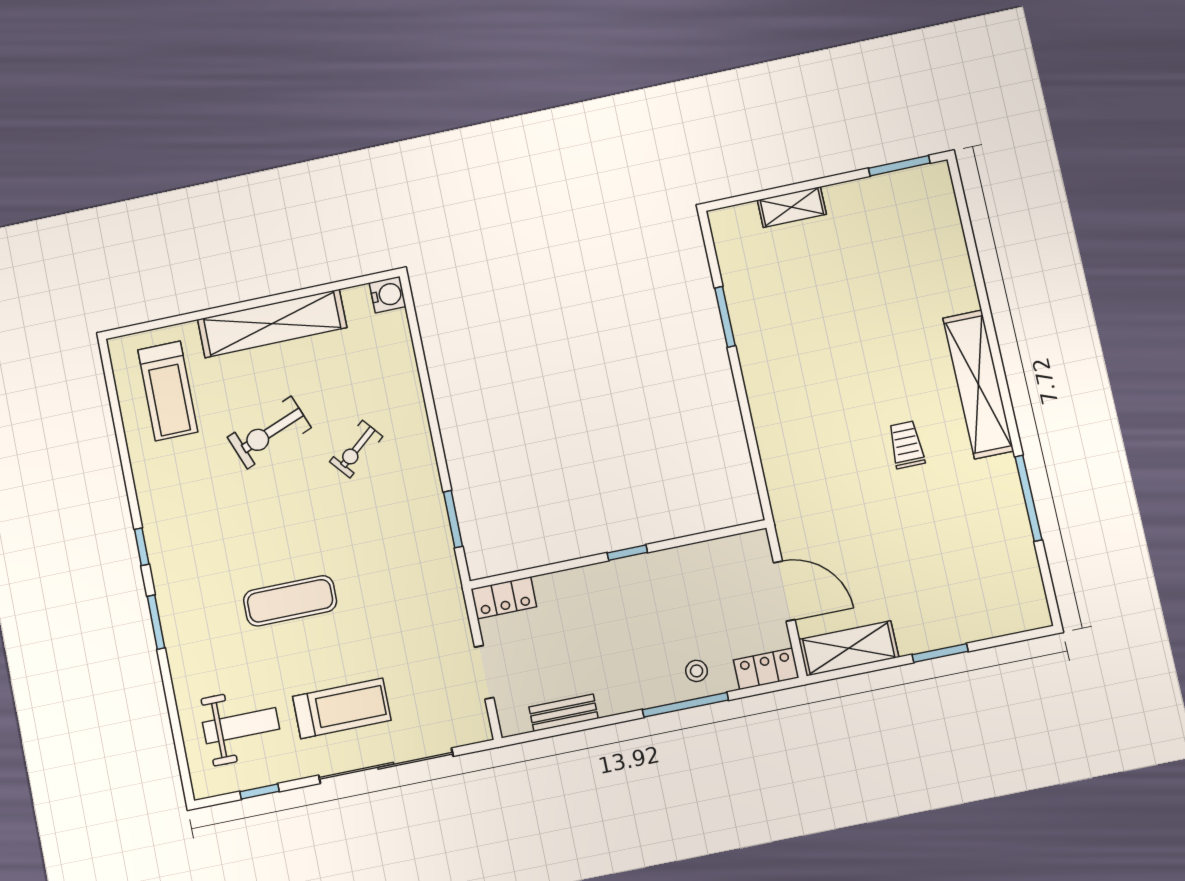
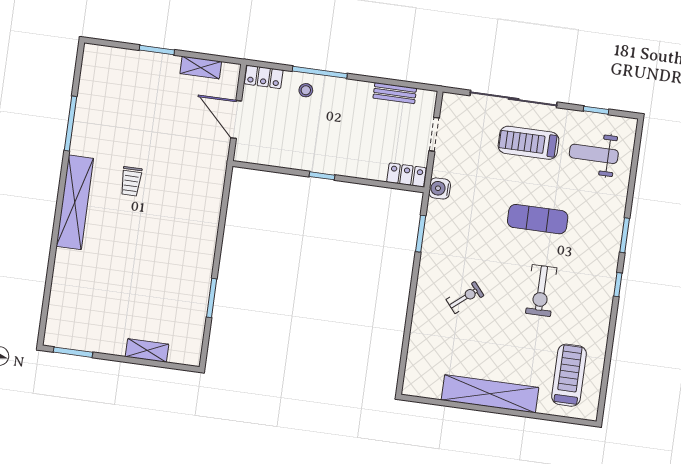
water cooler: (388, 295) -> (440, 188), moved
exercise bike: (269, 432) -> (541, 291), moved, turned 111
shelving: (849, 648) -> (201, 68), width x0.67, depth x0.75

